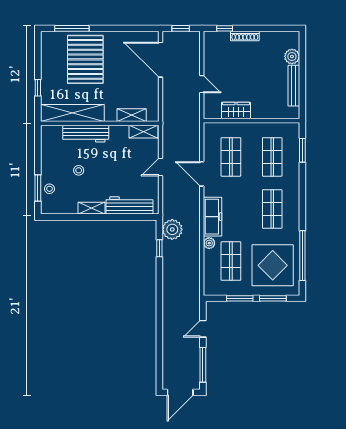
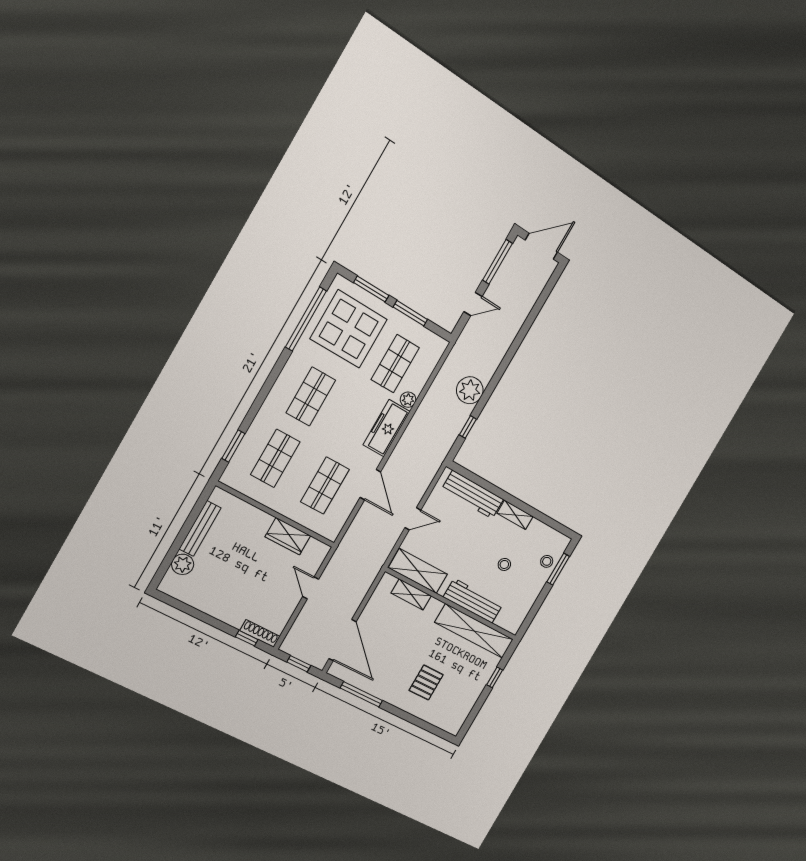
window: (72, 28) -> (361, 694), moved
shoe rack: (245, 36) -> (260, 634), moved
pallet: (85, 59) -> (426, 682), width x0.49, depth x0.50
shelving: (144, 132) -> (418, 571), width x1.50, depth x1.33
plant: (172, 229) -> (470, 390), moved

